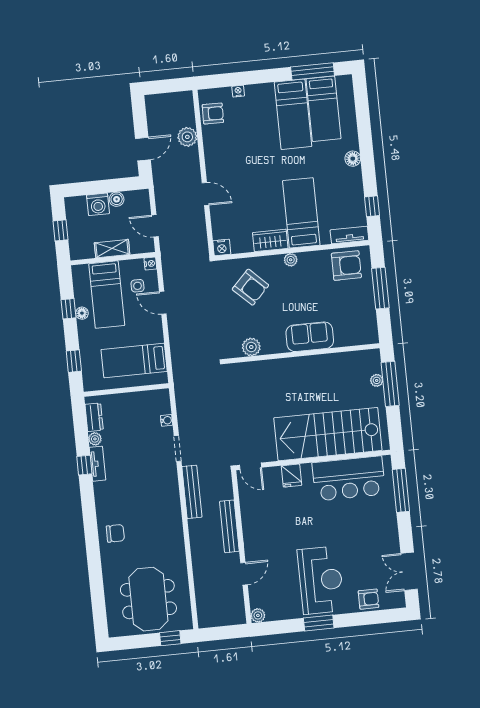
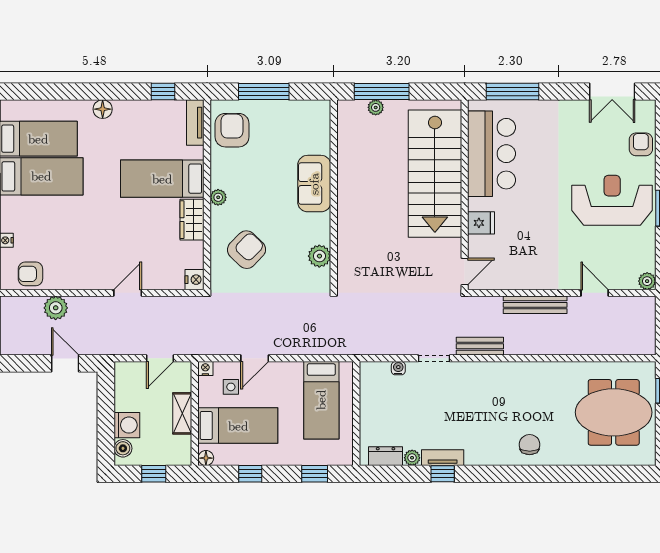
armchair: (213, 114) -> (30, 274), turned -91
boiler: (117, 199) -> (123, 448), moved
floor lamp: (82, 313) -> (206, 458), moved
bench: (192, 492) -> (480, 346), width x0.73

